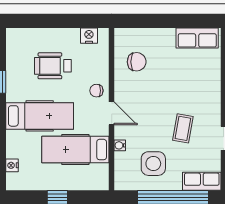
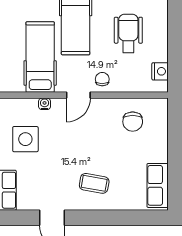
coffee table: (183, 128) -> (94, 183), moved

